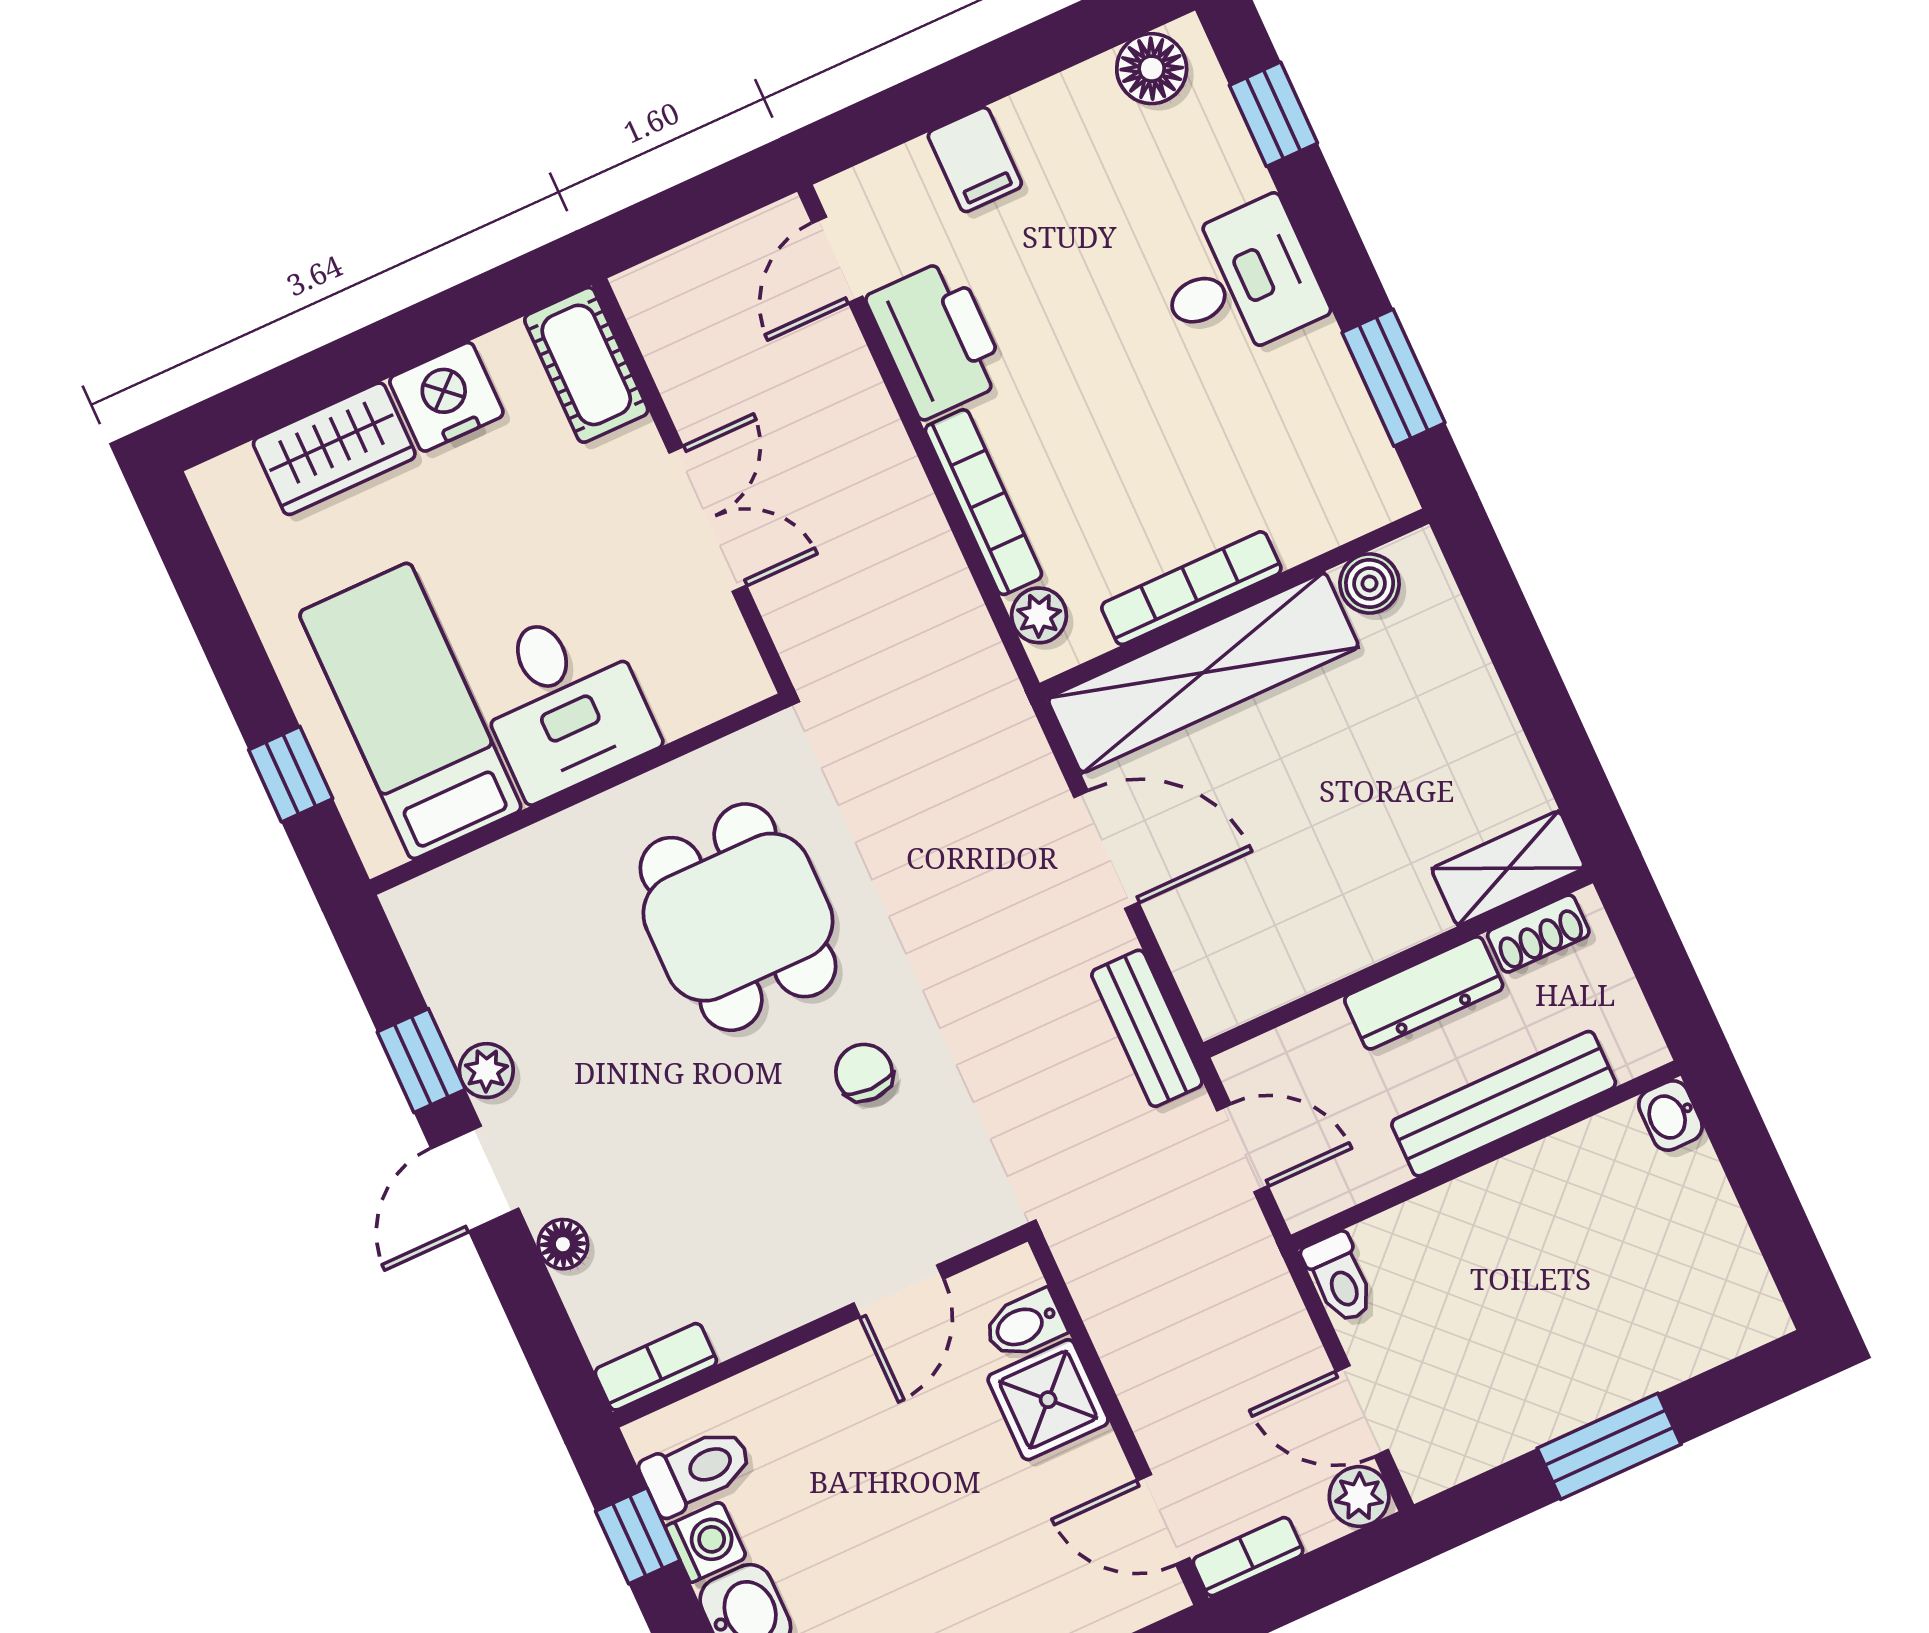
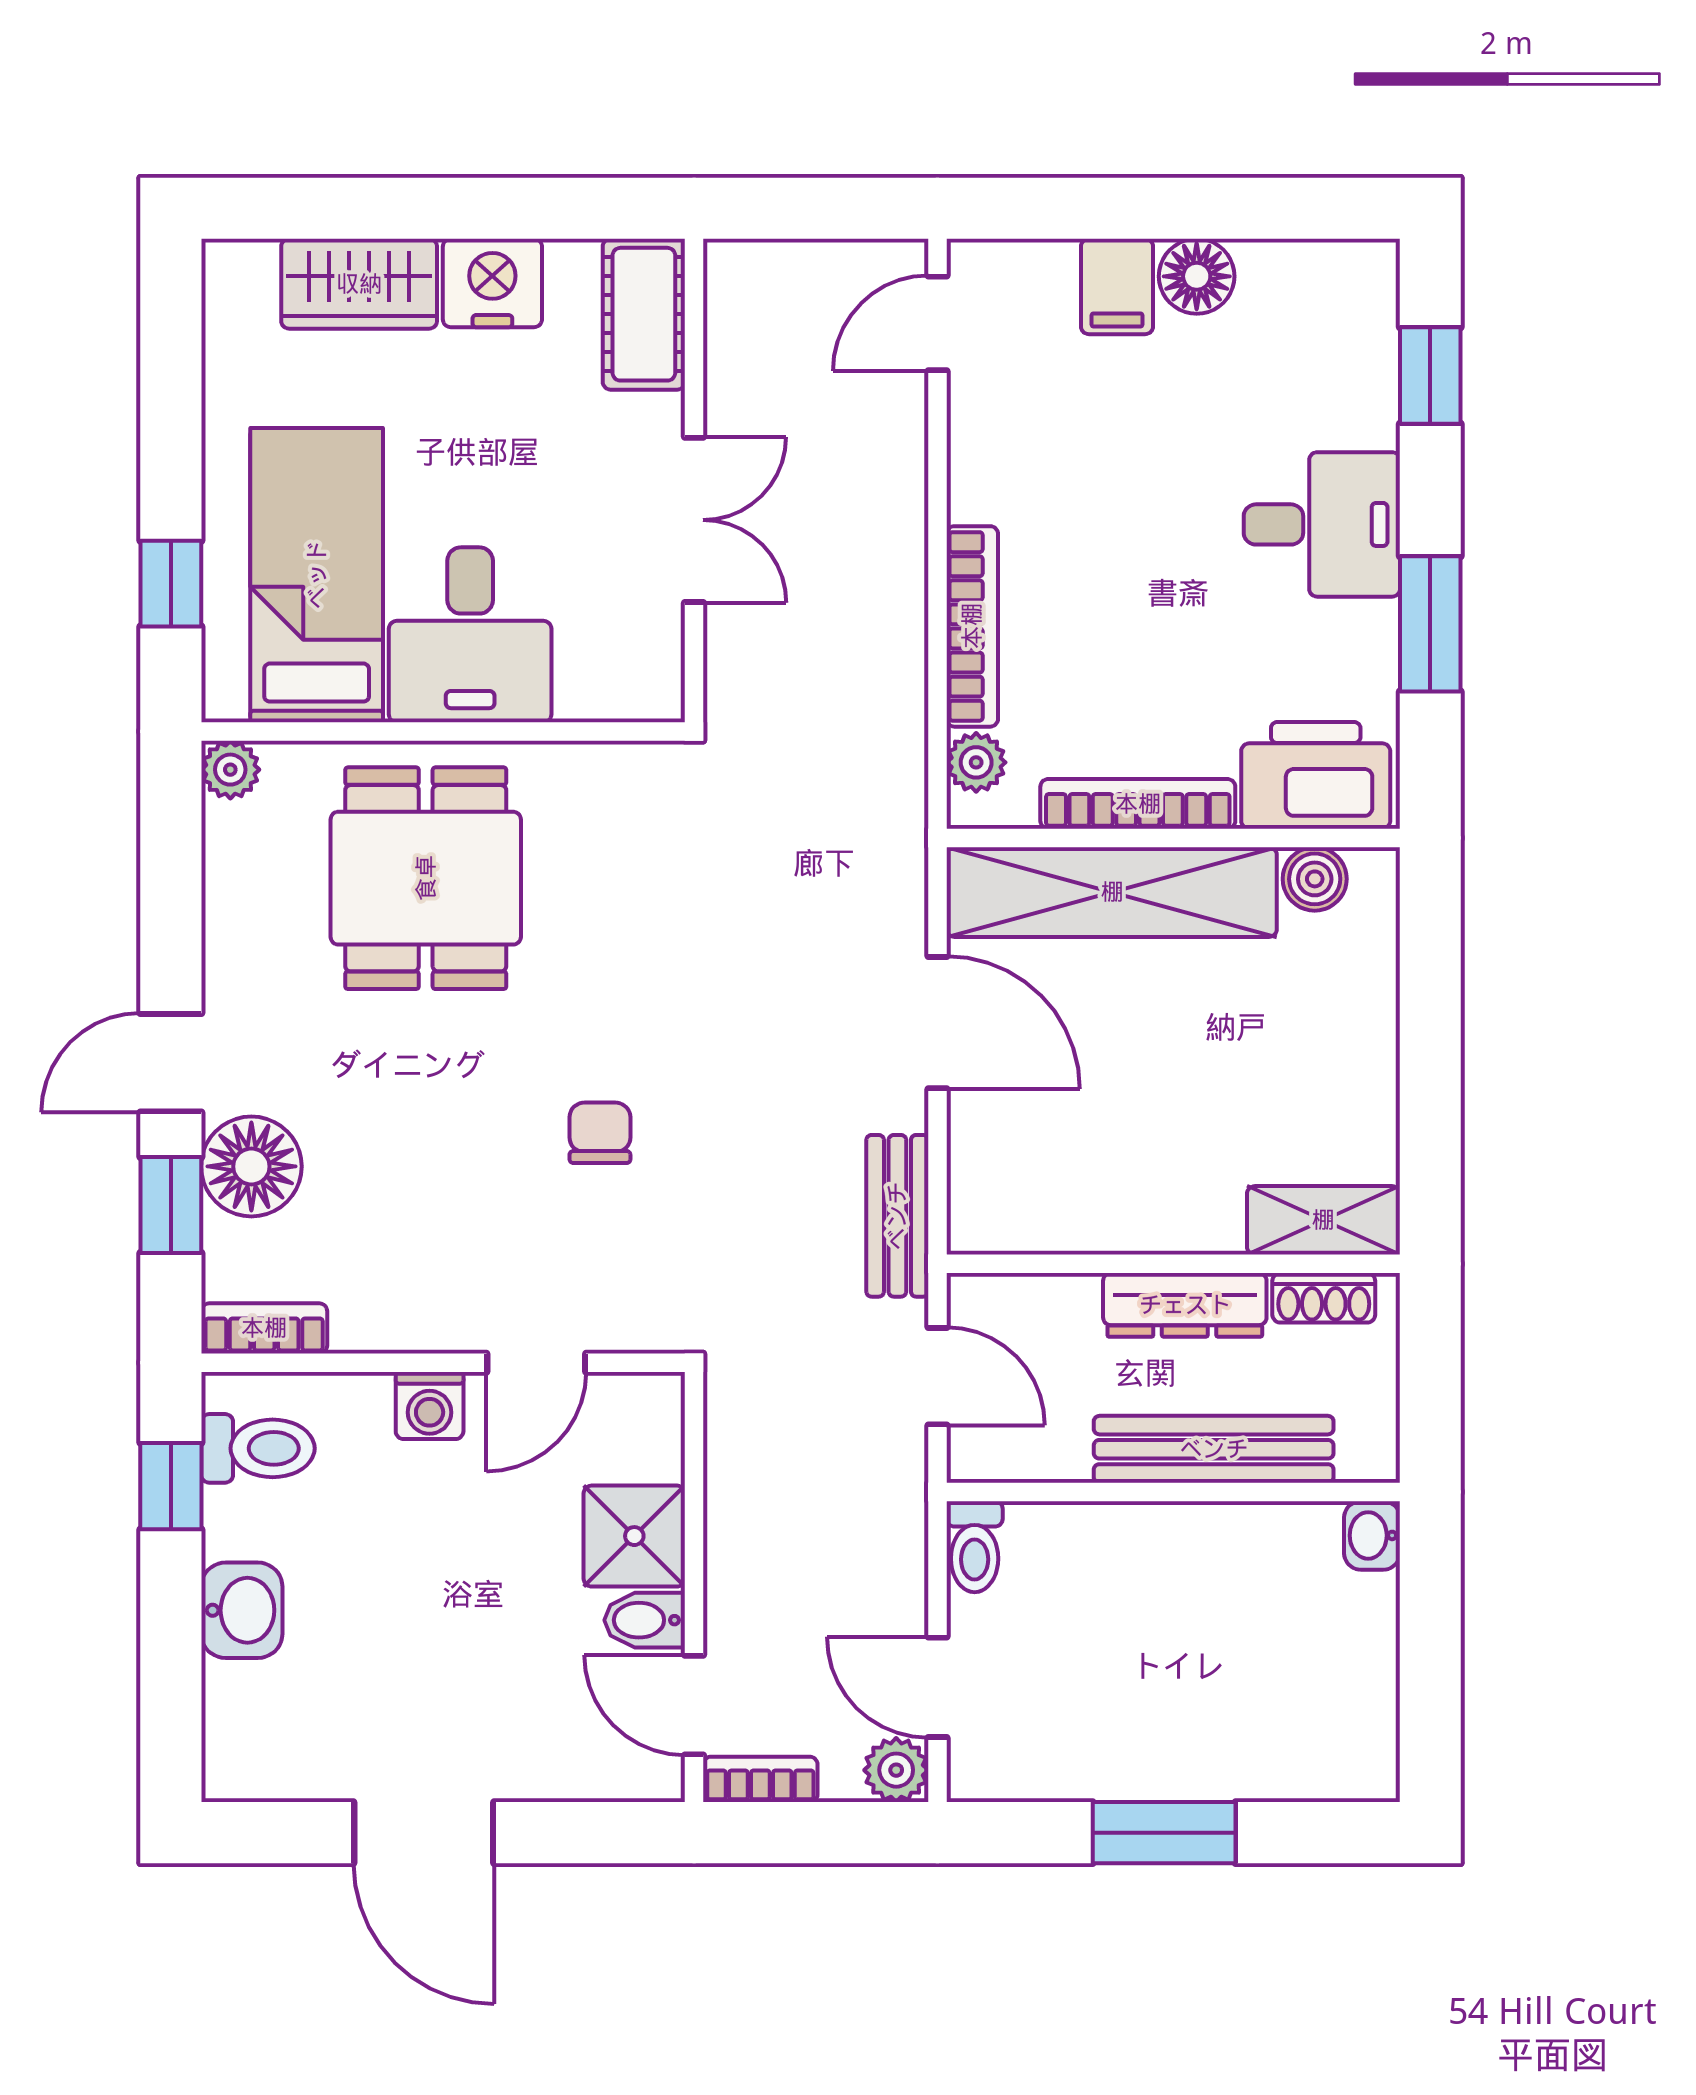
floor lamp: (1152, 69) -> (1197, 276), moved
printer: (937, 339) -> (1316, 775), moved, turned -90
window: (1393, 378) -> (1430, 624), moved
dining table: (738, 917) -> (426, 878), moved
window: (421, 1061) -> (171, 1205), moved
plant: (486, 1071) -> (230, 770), moved
floor lamp: (563, 1244) -> (251, 1166), width x1.89, depth x1.89
bidet: (1024, 1325) -> (645, 1620), moved
washing machine: (706, 1542) -> (430, 1406), moved, turned 90

